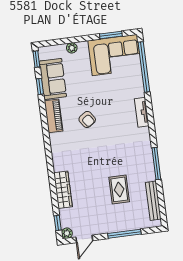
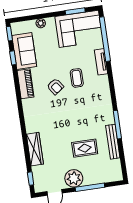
coffee table: (111, 110) -> (77, 78), added
tv unit: (142, 112) -> (101, 62), moved
rug: (119, 189) -> (85, 148), turned 90
bench: (153, 201) -> (113, 142), moved
plant: (67, 233) -> (74, 178), moved, width x1.88, depth x1.88

